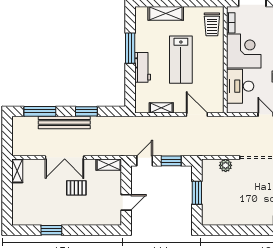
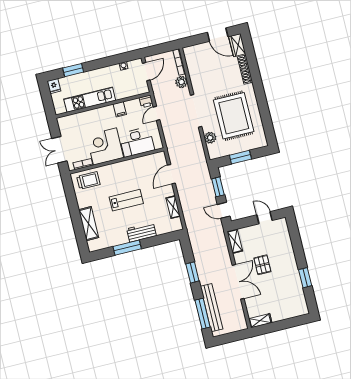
lab bench: (181, 60) -> (126, 200), width x0.73, depth x0.72
bench: (64, 122) -> (212, 308), moved
rug: (243, 196) -> (234, 116), added

